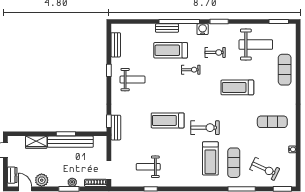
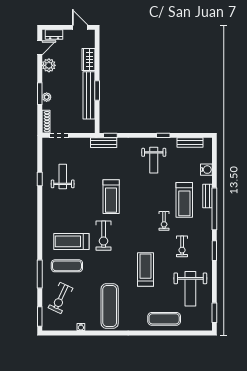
water cooler: (203, 29) -> (206, 170), moved
treadmill: (171, 50) -> (184, 200), turned 180
treadmill: (168, 120) -> (111, 197), turned 180
exercise mat: (272, 122) -> (110, 306), width x1.36, depth x1.45

